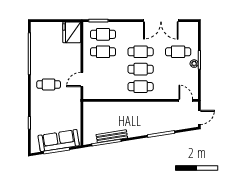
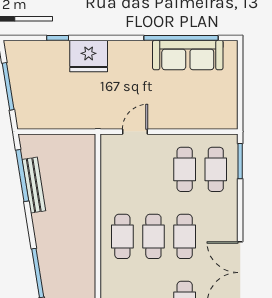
fridge: (72, 32) -> (89, 56), moved, turned 180
door: (82, 80) -> (135, 132), hinge flipped
cafe table: (49, 84) -> (126, 72), removed
sofa: (59, 141) -> (188, 55), moved, turned 99

